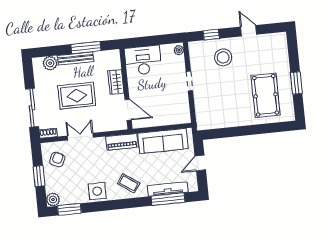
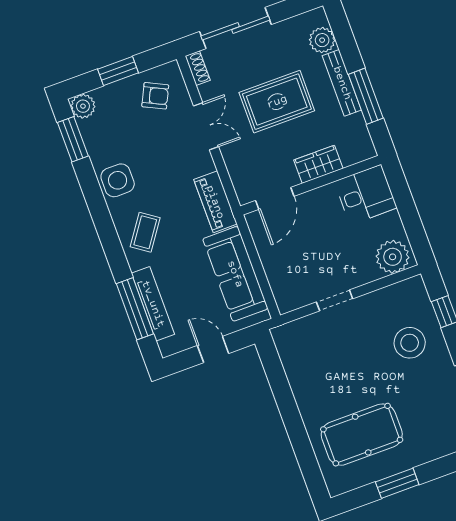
plant: (179, 50) -> (393, 257), width x1.88, depth x1.88
desk: (143, 60) -> (366, 195), width x0.73
doorway: (189, 81) -> (335, 300), moved
rug: (77, 96) -> (277, 102), turned 90

